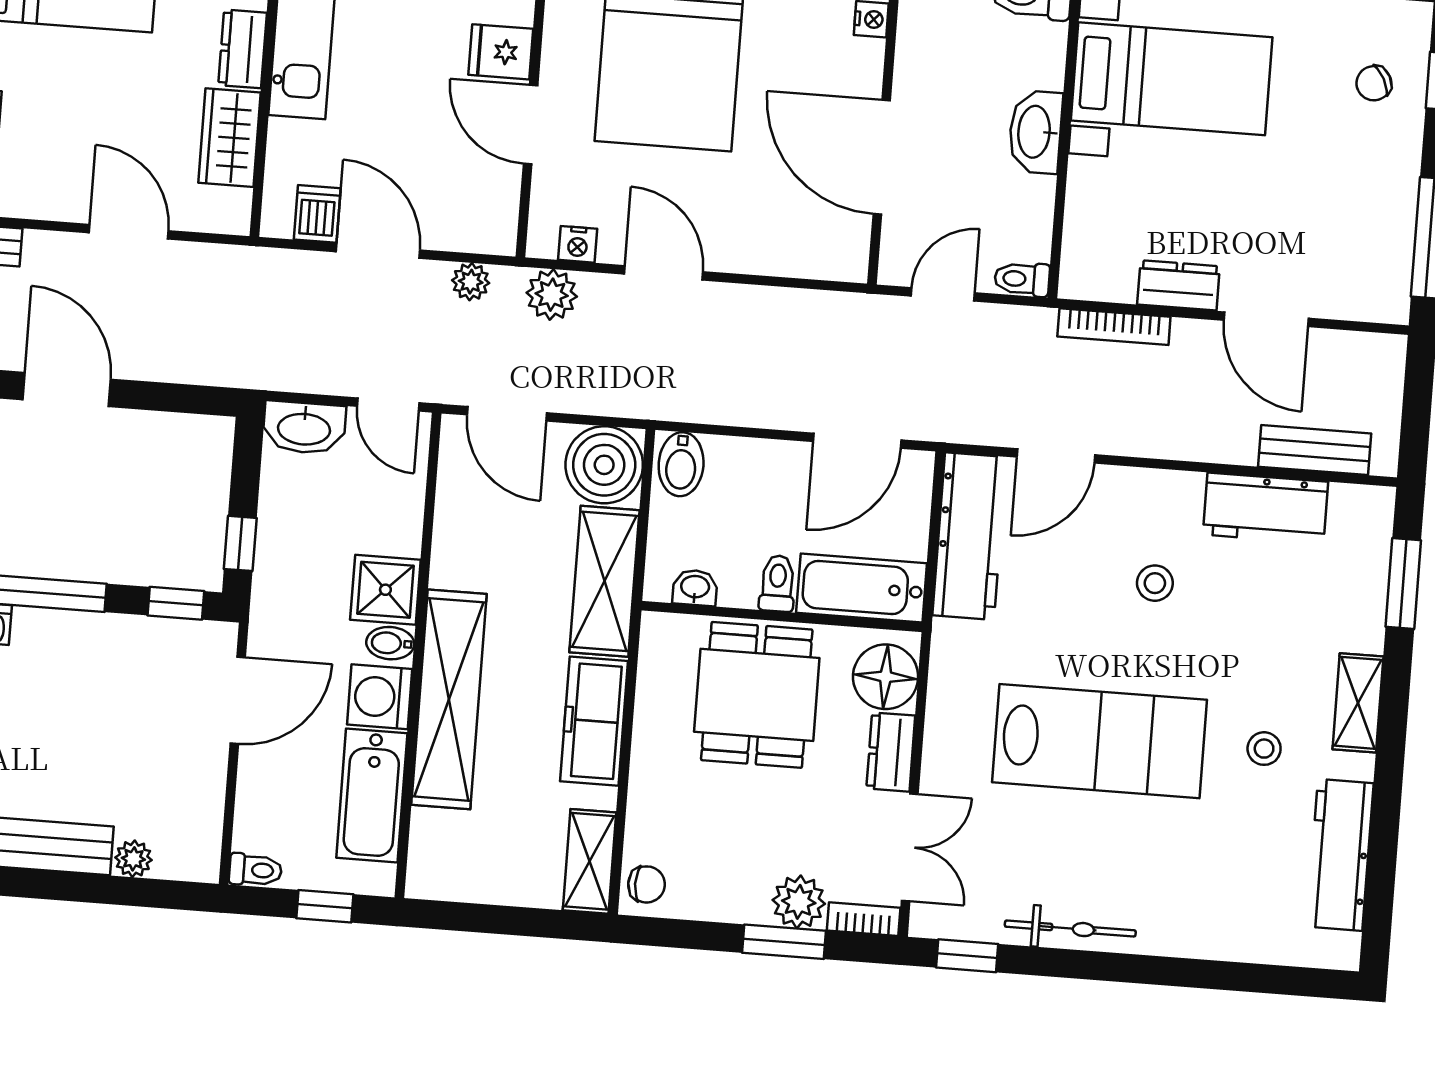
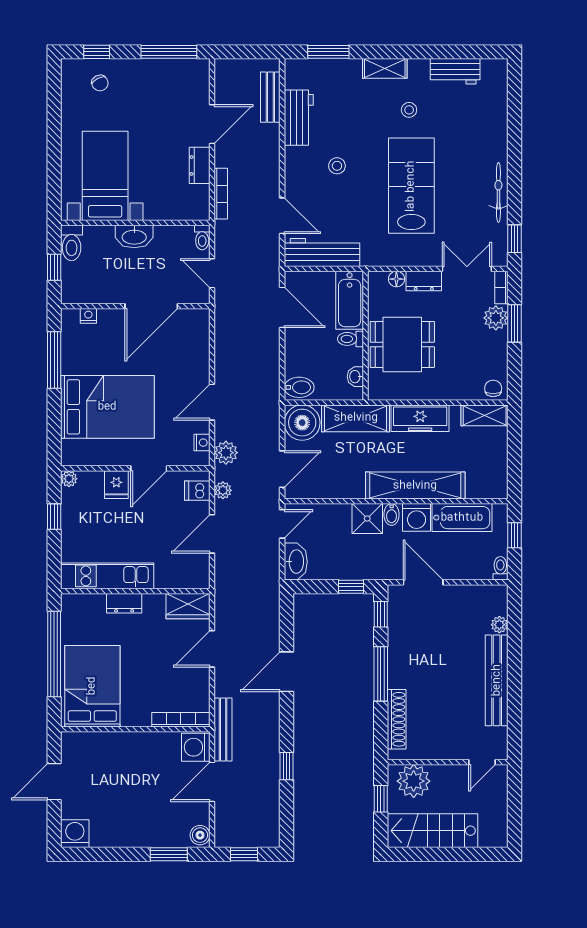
wardrobe: (229, 138) -> (188, 606), moved
dishwasher: (317, 214) -> (197, 491), moved
floor lamp: (886, 677) -> (396, 279), width x0.53, depth x0.53
workbench: (1340, 855) -> (455, 71), width x0.73

